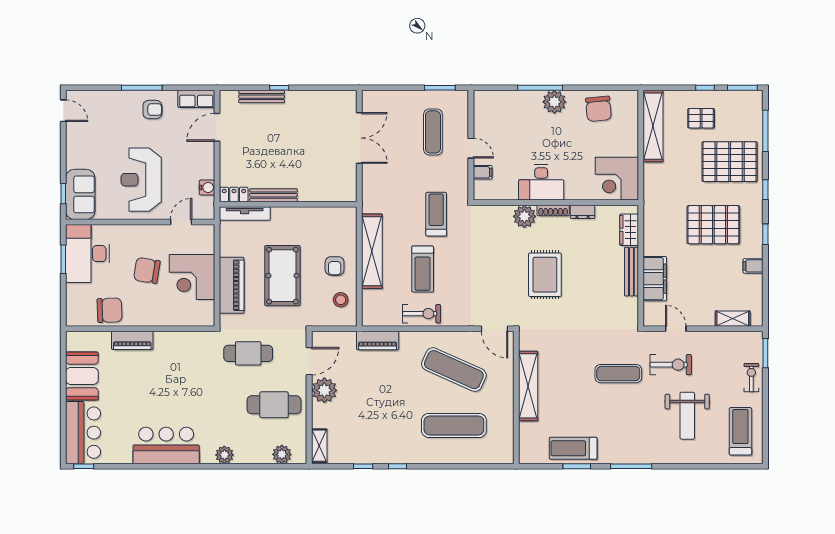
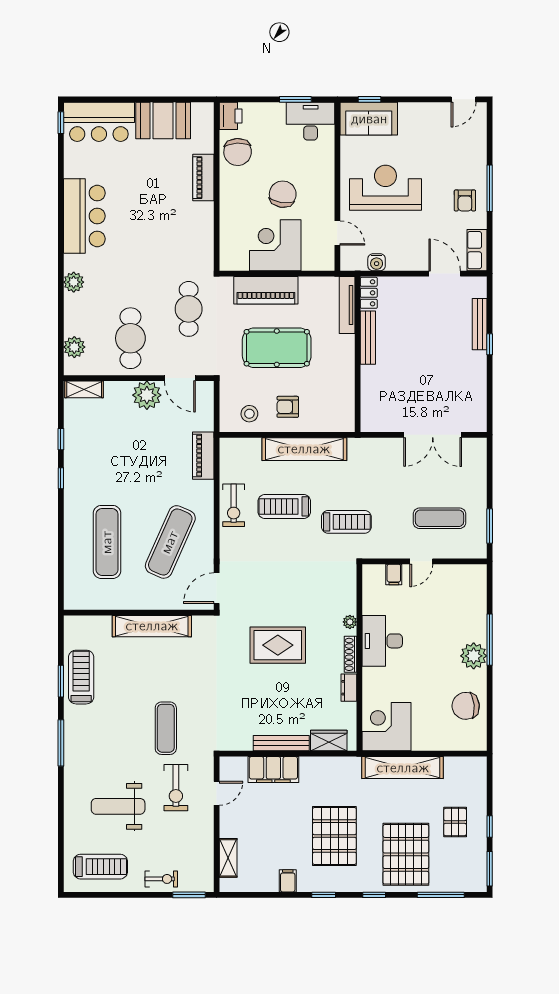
shelving: (653, 126) -> (403, 768), moved
plant: (524, 216) -> (350, 622), width x0.53, depth x0.53
desk: (88, 254) -> (311, 121), width x0.73, depth x0.77
printer: (78, 316) -> (231, 116), added

